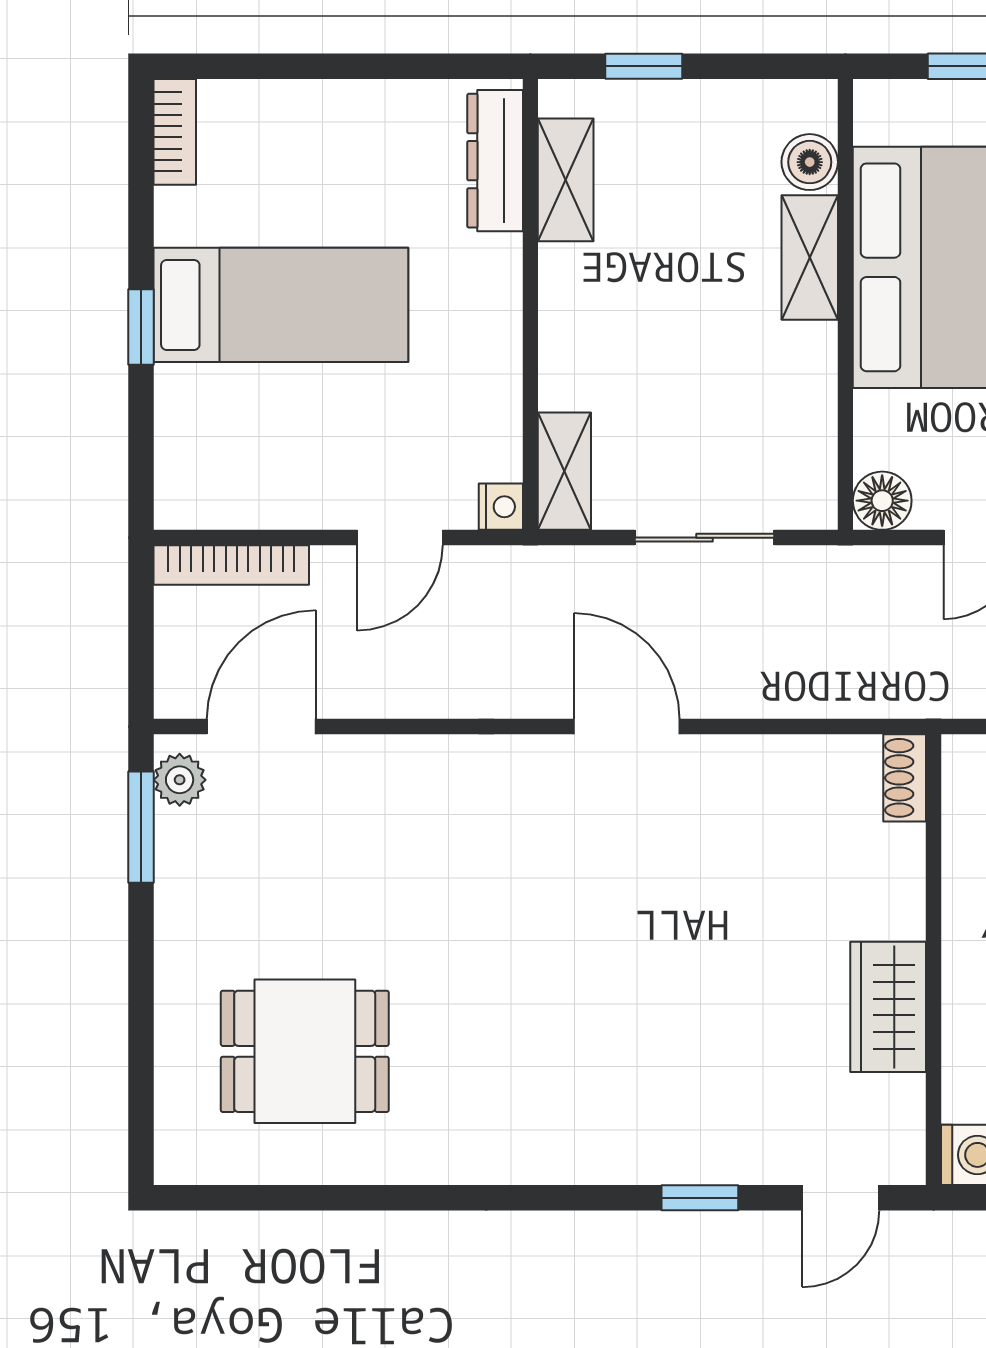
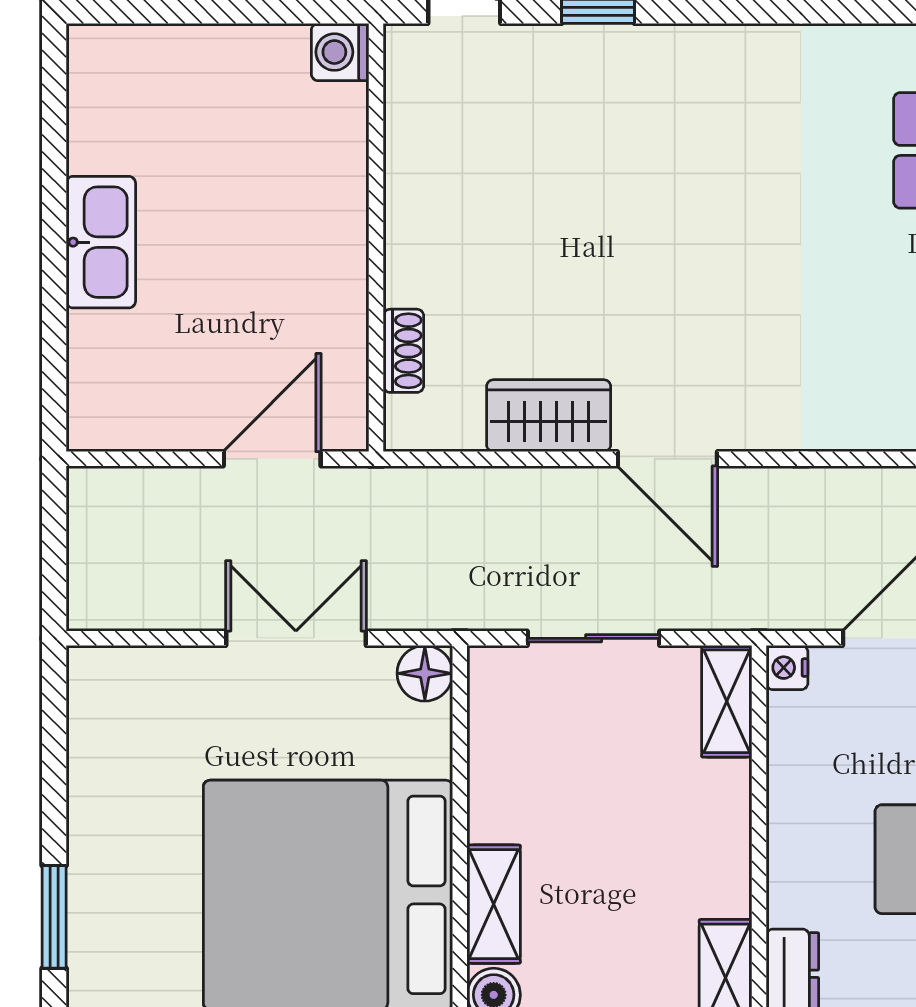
shoe rack: (905, 778) -> (403, 351), moved
wardrobe: (888, 1007) -> (549, 416), moved, turned -90

